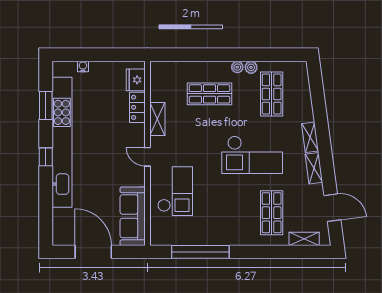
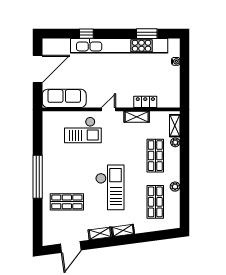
plant: (237, 67) -> (175, 142), moved
fridge: (136, 80) -> (166, 101), removed
shop shelf: (272, 94) -> (155, 202), turned 90
checkout: (252, 155) -> (110, 187), turned 180
window: (46, 157) -> (86, 34), moved
shelving: (304, 239) -> (175, 126), moved
window: (200, 252) -> (38, 177), moved

